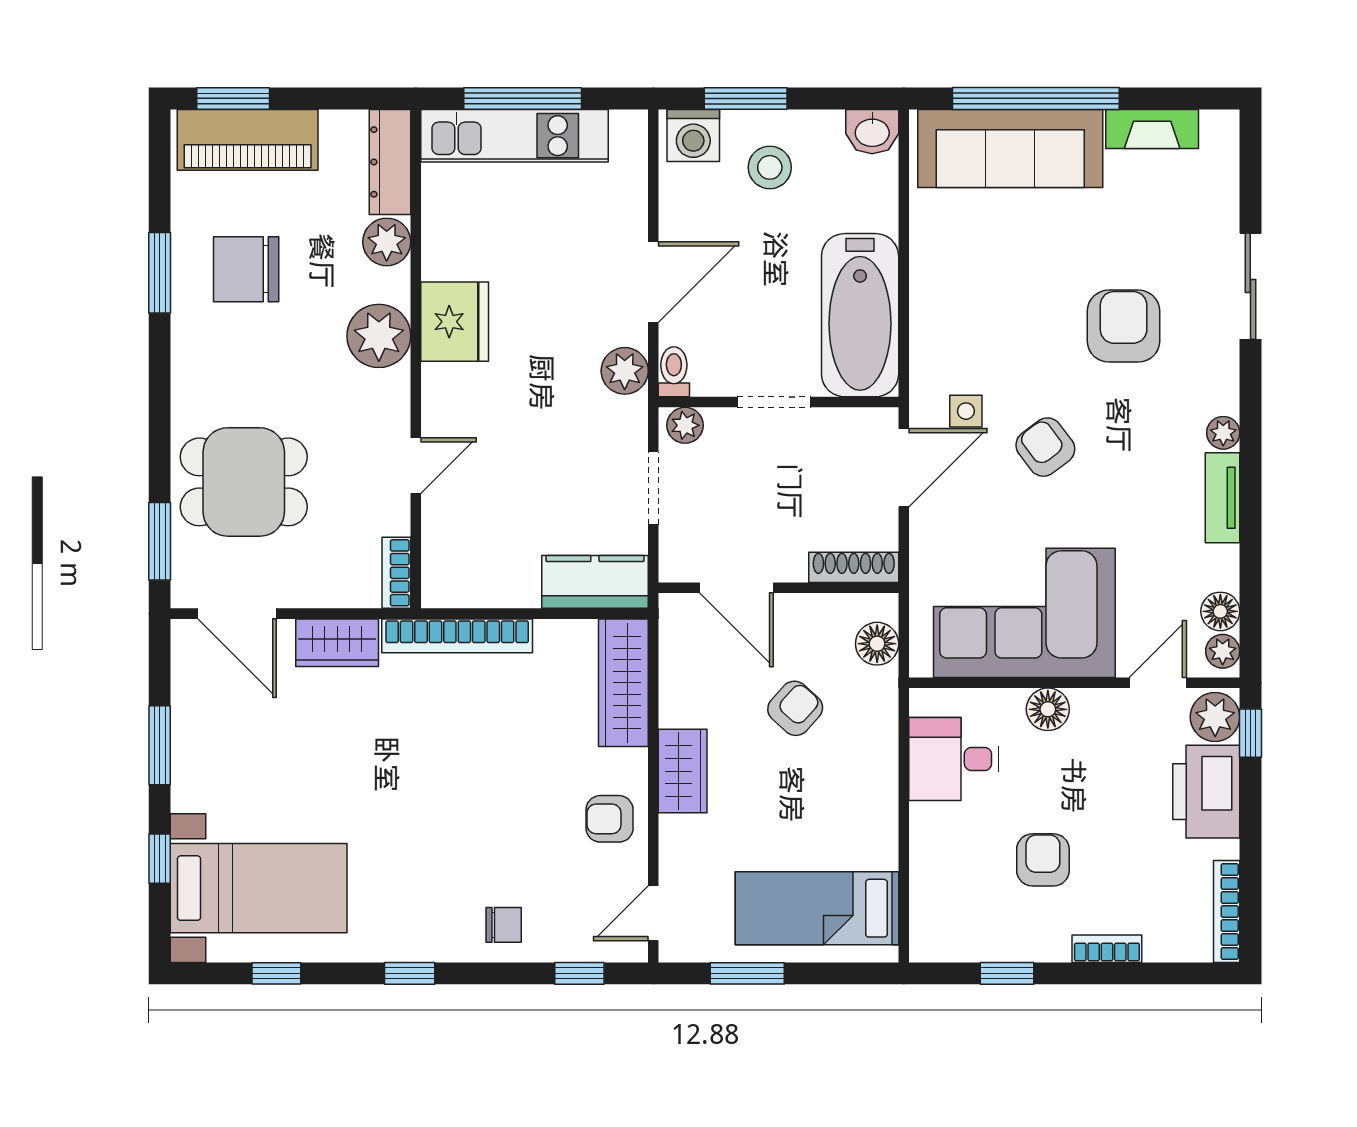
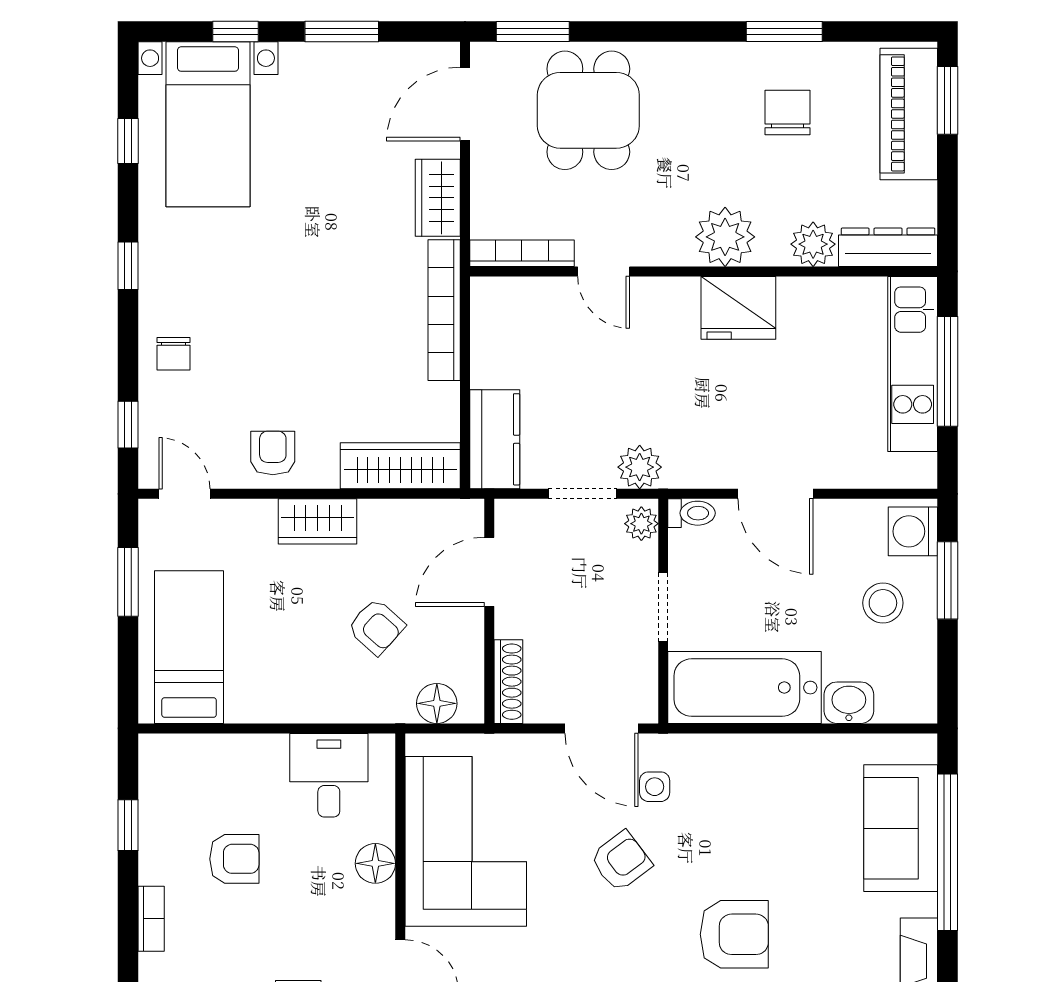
washbasin: (872, 132) -> (849, 703), moved, turned 90
sofa: (1010, 148) -> (901, 828), width x0.73
chair: (246, 269) -> (787, 113), width x0.73, depth x0.73
plant: (625, 371) -> (640, 467), moved
bookcase: (396, 573) -> (522, 253), width x1.56

